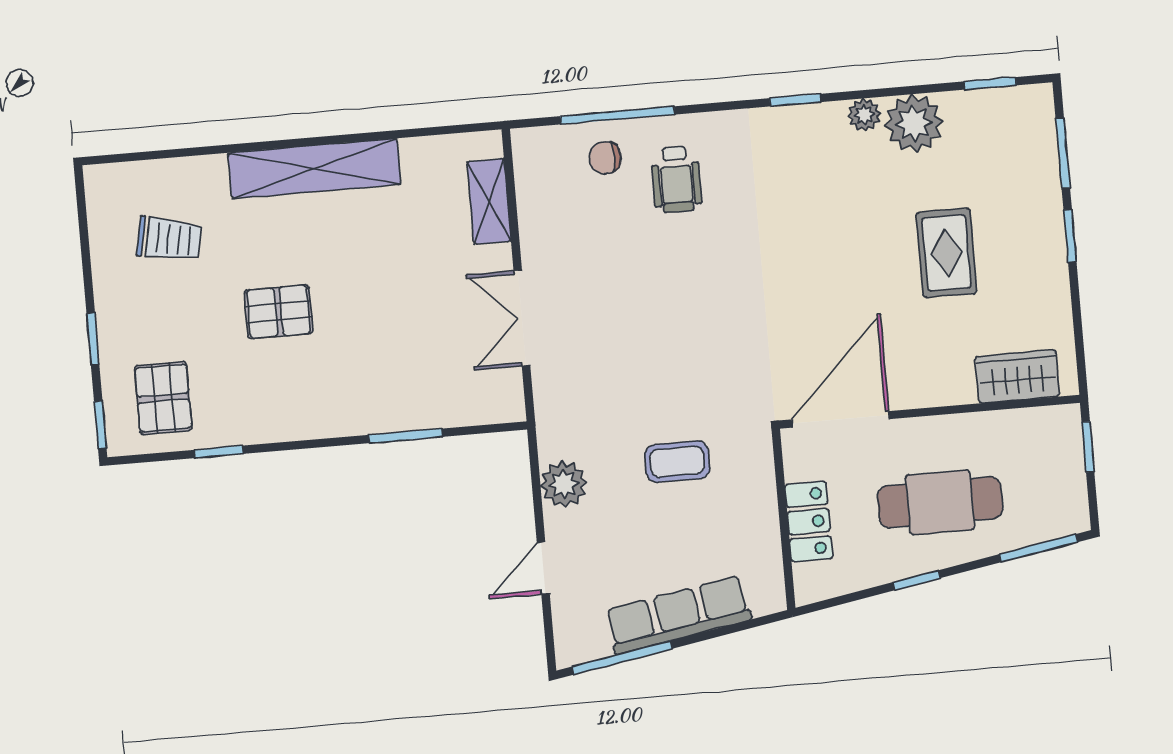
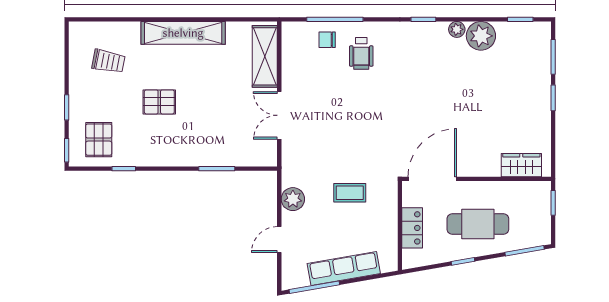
shelving: (489, 201) -> (265, 56), width x1.50, depth x1.33
rug: (946, 253) -> (492, 101), removed

